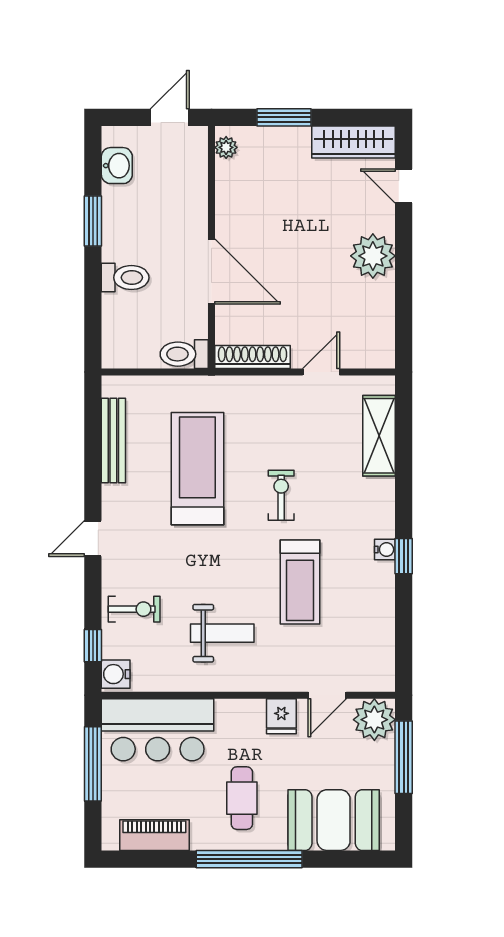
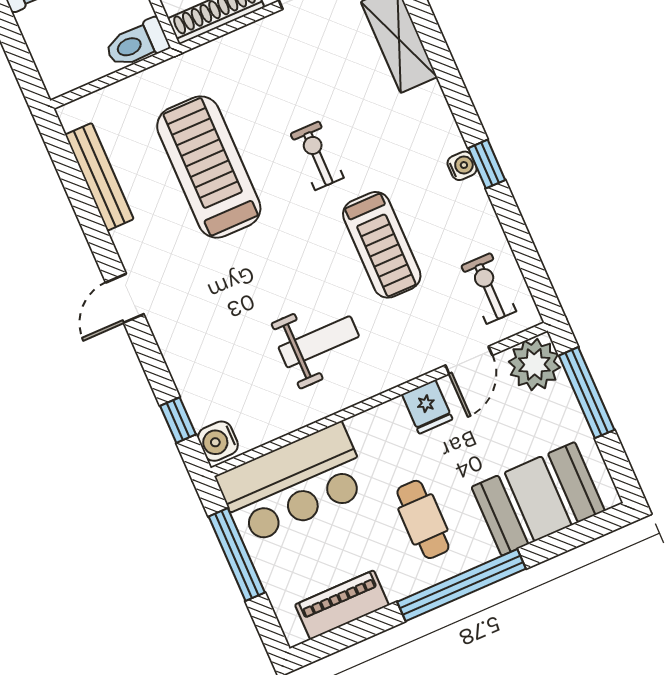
exercise bike: (134, 609) -> (489, 288), moved, turned -90

